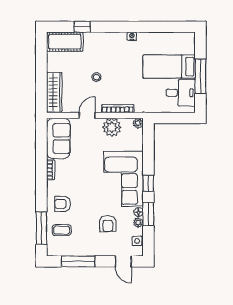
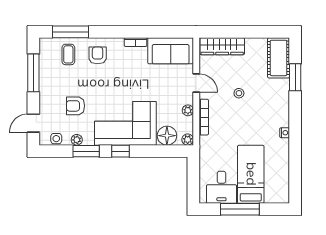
window: (82, 27) -> (295, 77), width x1.50
plant: (112, 127) -> (188, 110), width x0.53, depth x0.53
floor lamp: (139, 212) -> (167, 136), moved, width x1.89, depth x1.89

